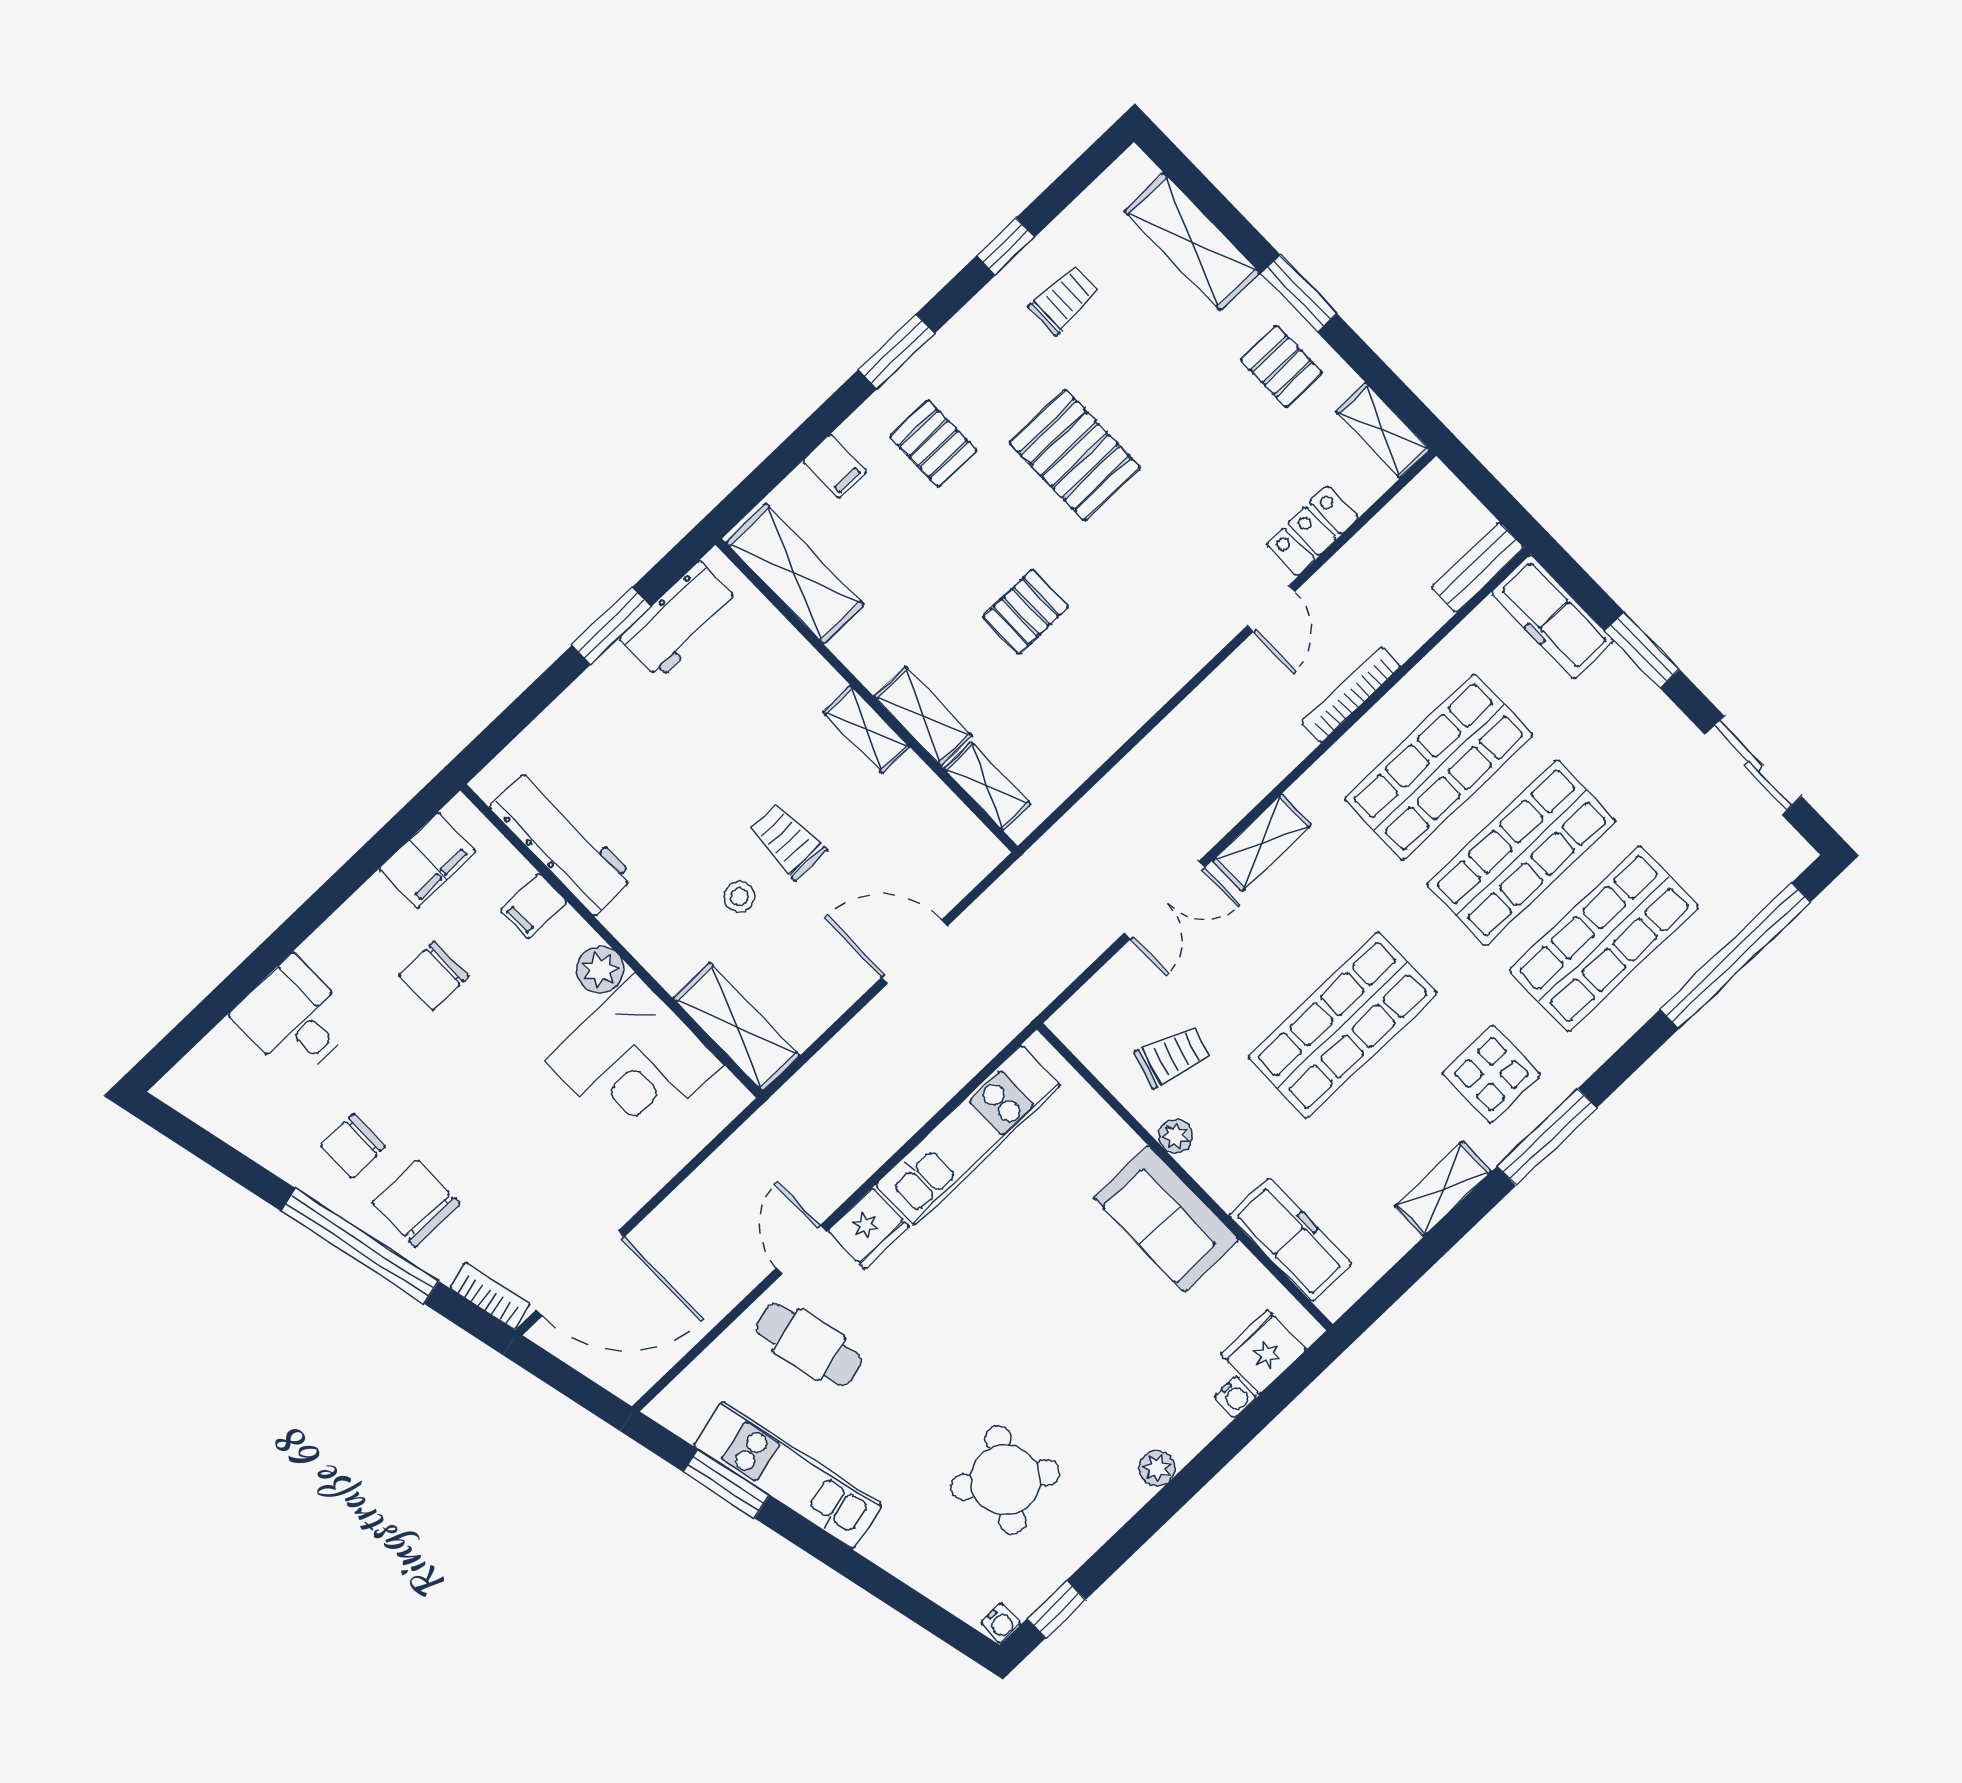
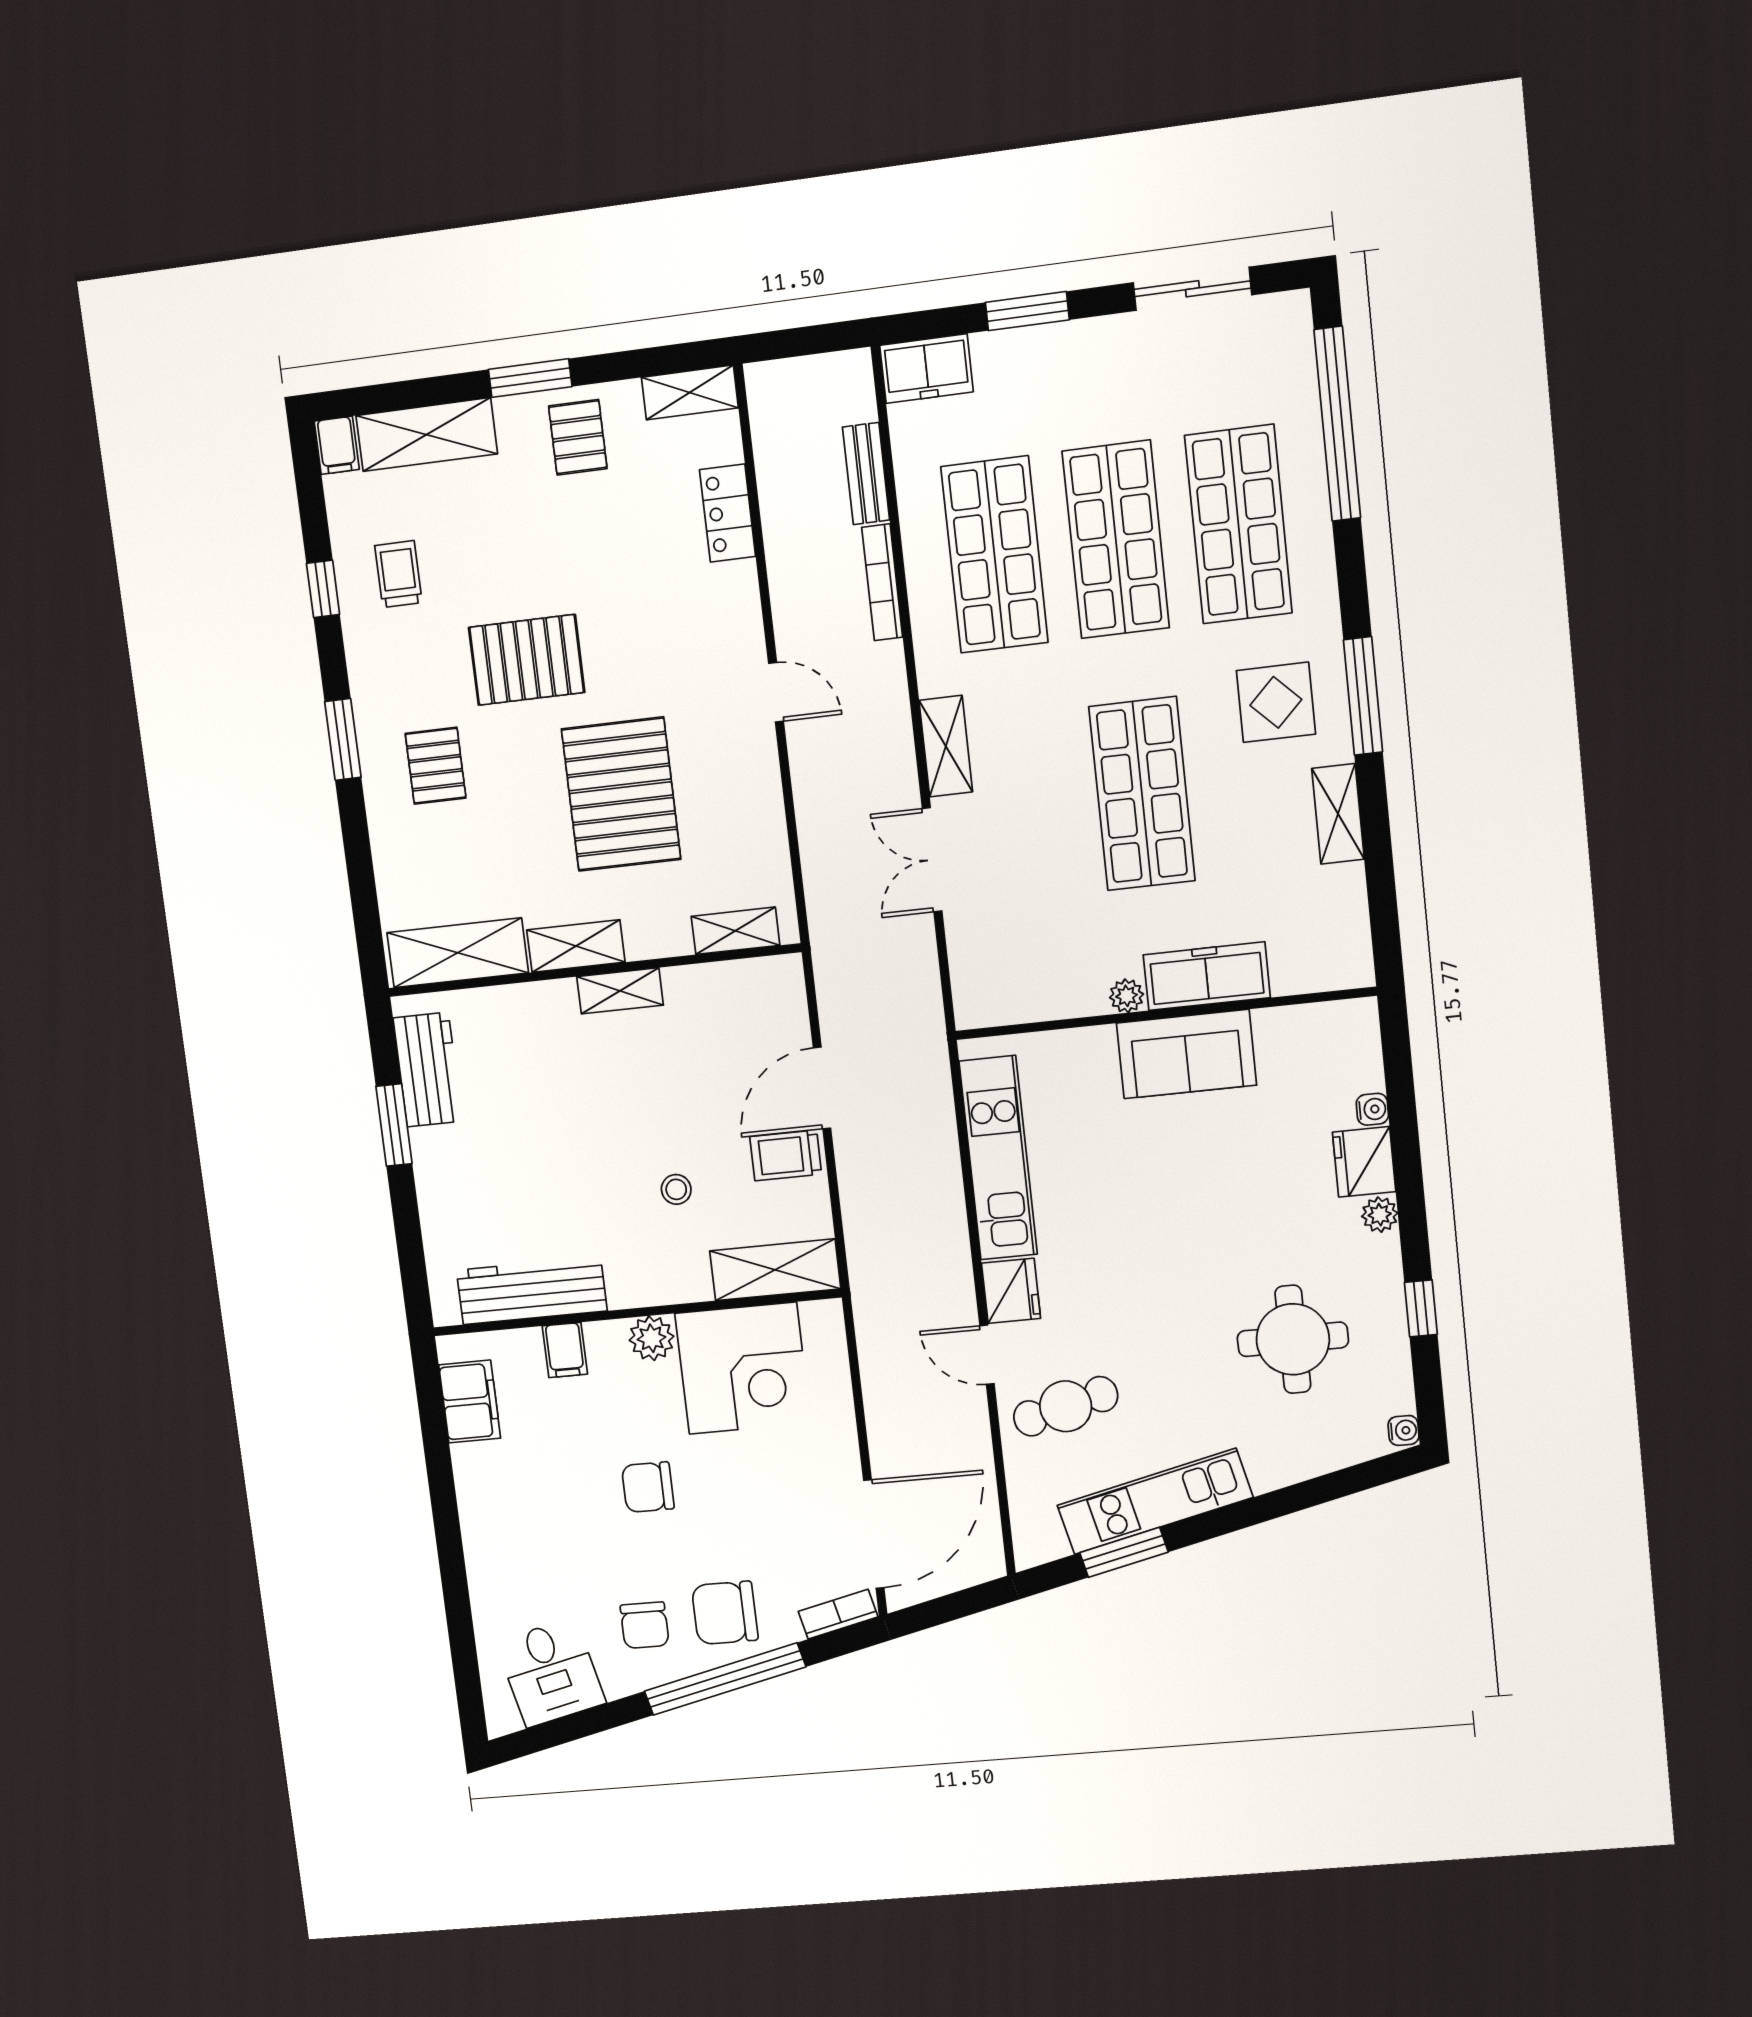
pallet: (1281, 366) -> (578, 437), turned 90
pallet: (933, 443) -> (436, 766), turned 90
filing cabinet: (835, 466) -> (337, 445), moved, turned 90
bench: (1478, 567) -> (866, 474), moved
door: (1271, 609) -> (776, 692), moved
pallet: (1026, 612) -> (621, 794), width x2.05, depth x2.00
freezer: (1552, 617) -> (926, 369), width x0.71
shelving: (923, 716) -> (576, 946), moved
trolley: (788, 841) -> (786, 1155), moved
double door: (1164, 900) -> (932, 860), swing flipped
chair: (434, 976) -> (648, 1487), moved, turned 90
desk: (294, 1018) -> (551, 1672), moved, turned -103
trolley: (1172, 1056) -> (1061, 949), removed
freezer: (1290, 1240) -> (1207, 976), moved
fridge: (1263, 1352) -> (1364, 1162), moved
round table: (1005, 1480) -> (1293, 1339), turned -34
window: (1056, 1609) -> (1421, 1308), moved

